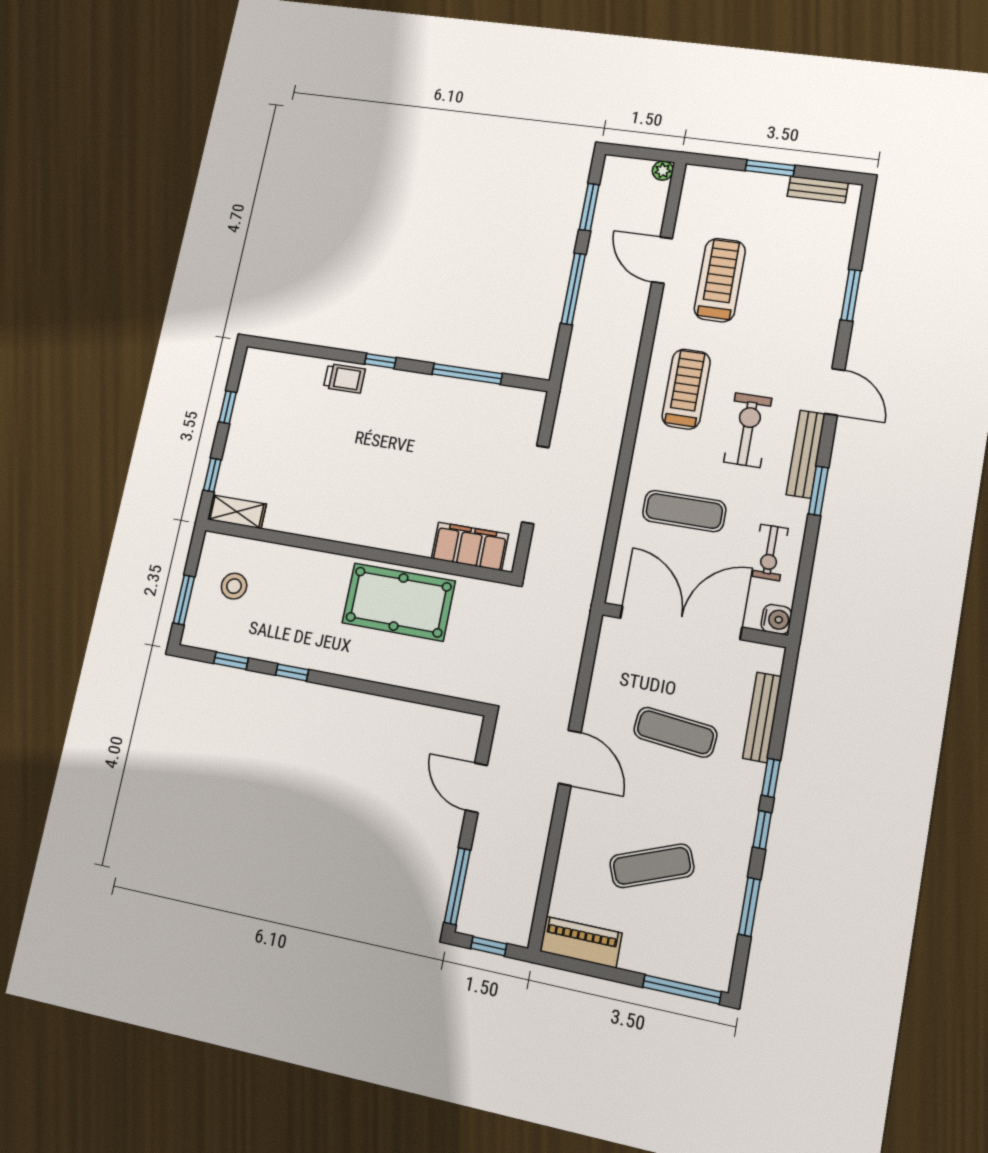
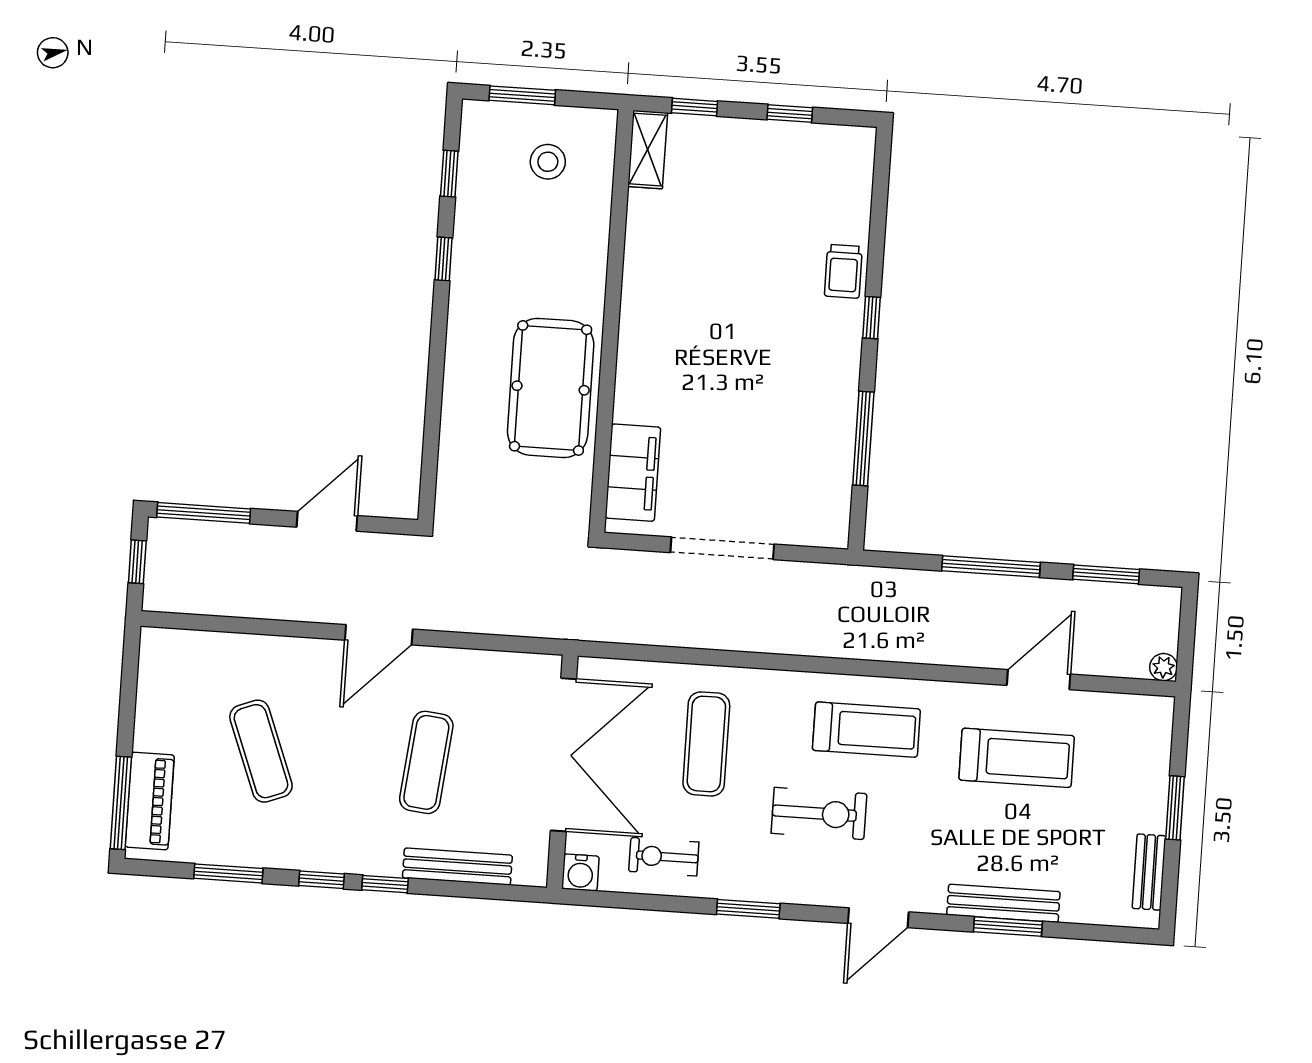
bench: (806, 454) -> (1003, 903), moved
piano: (581, 942) -> (150, 801), moved

